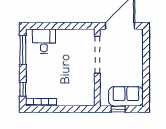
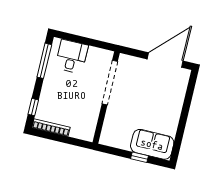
doorway: (97, 55) -> (110, 83), moved
wall: (97, 67) -> (106, 98), moved

